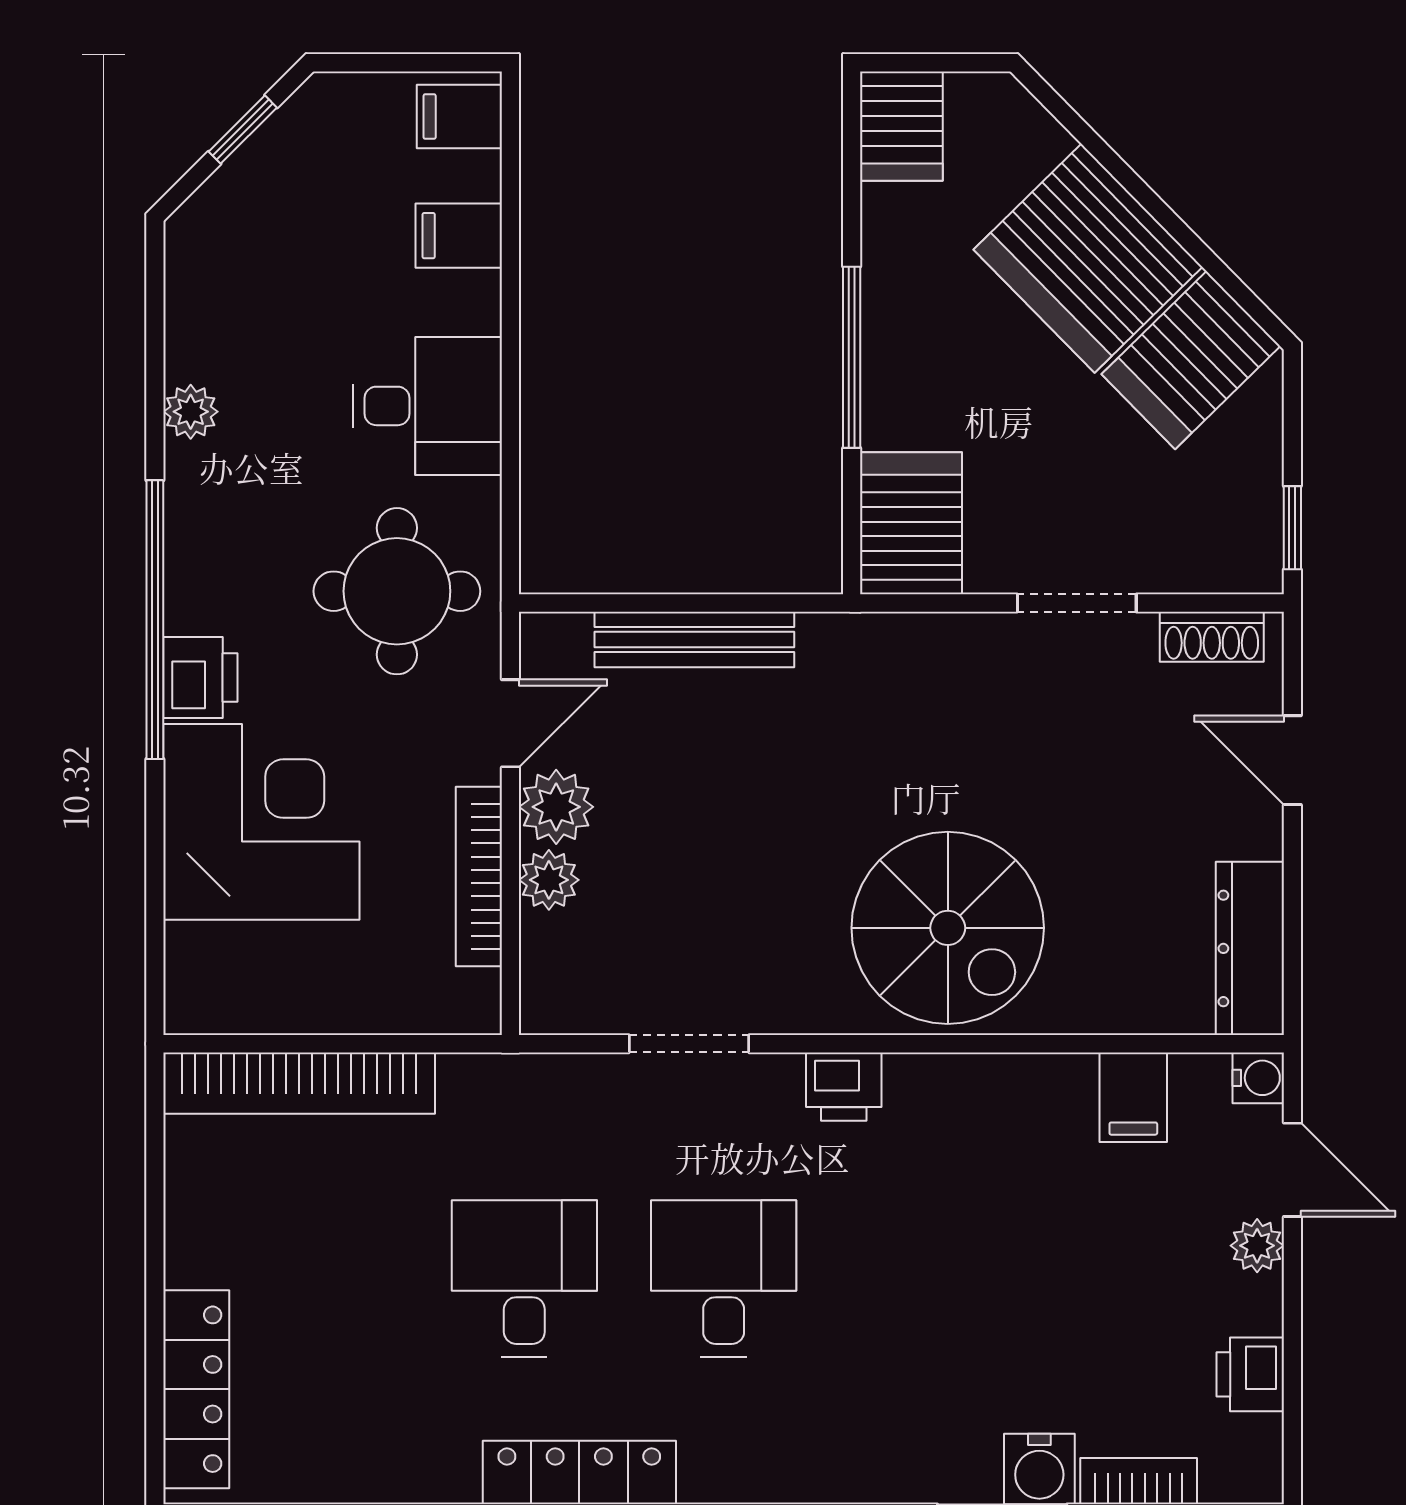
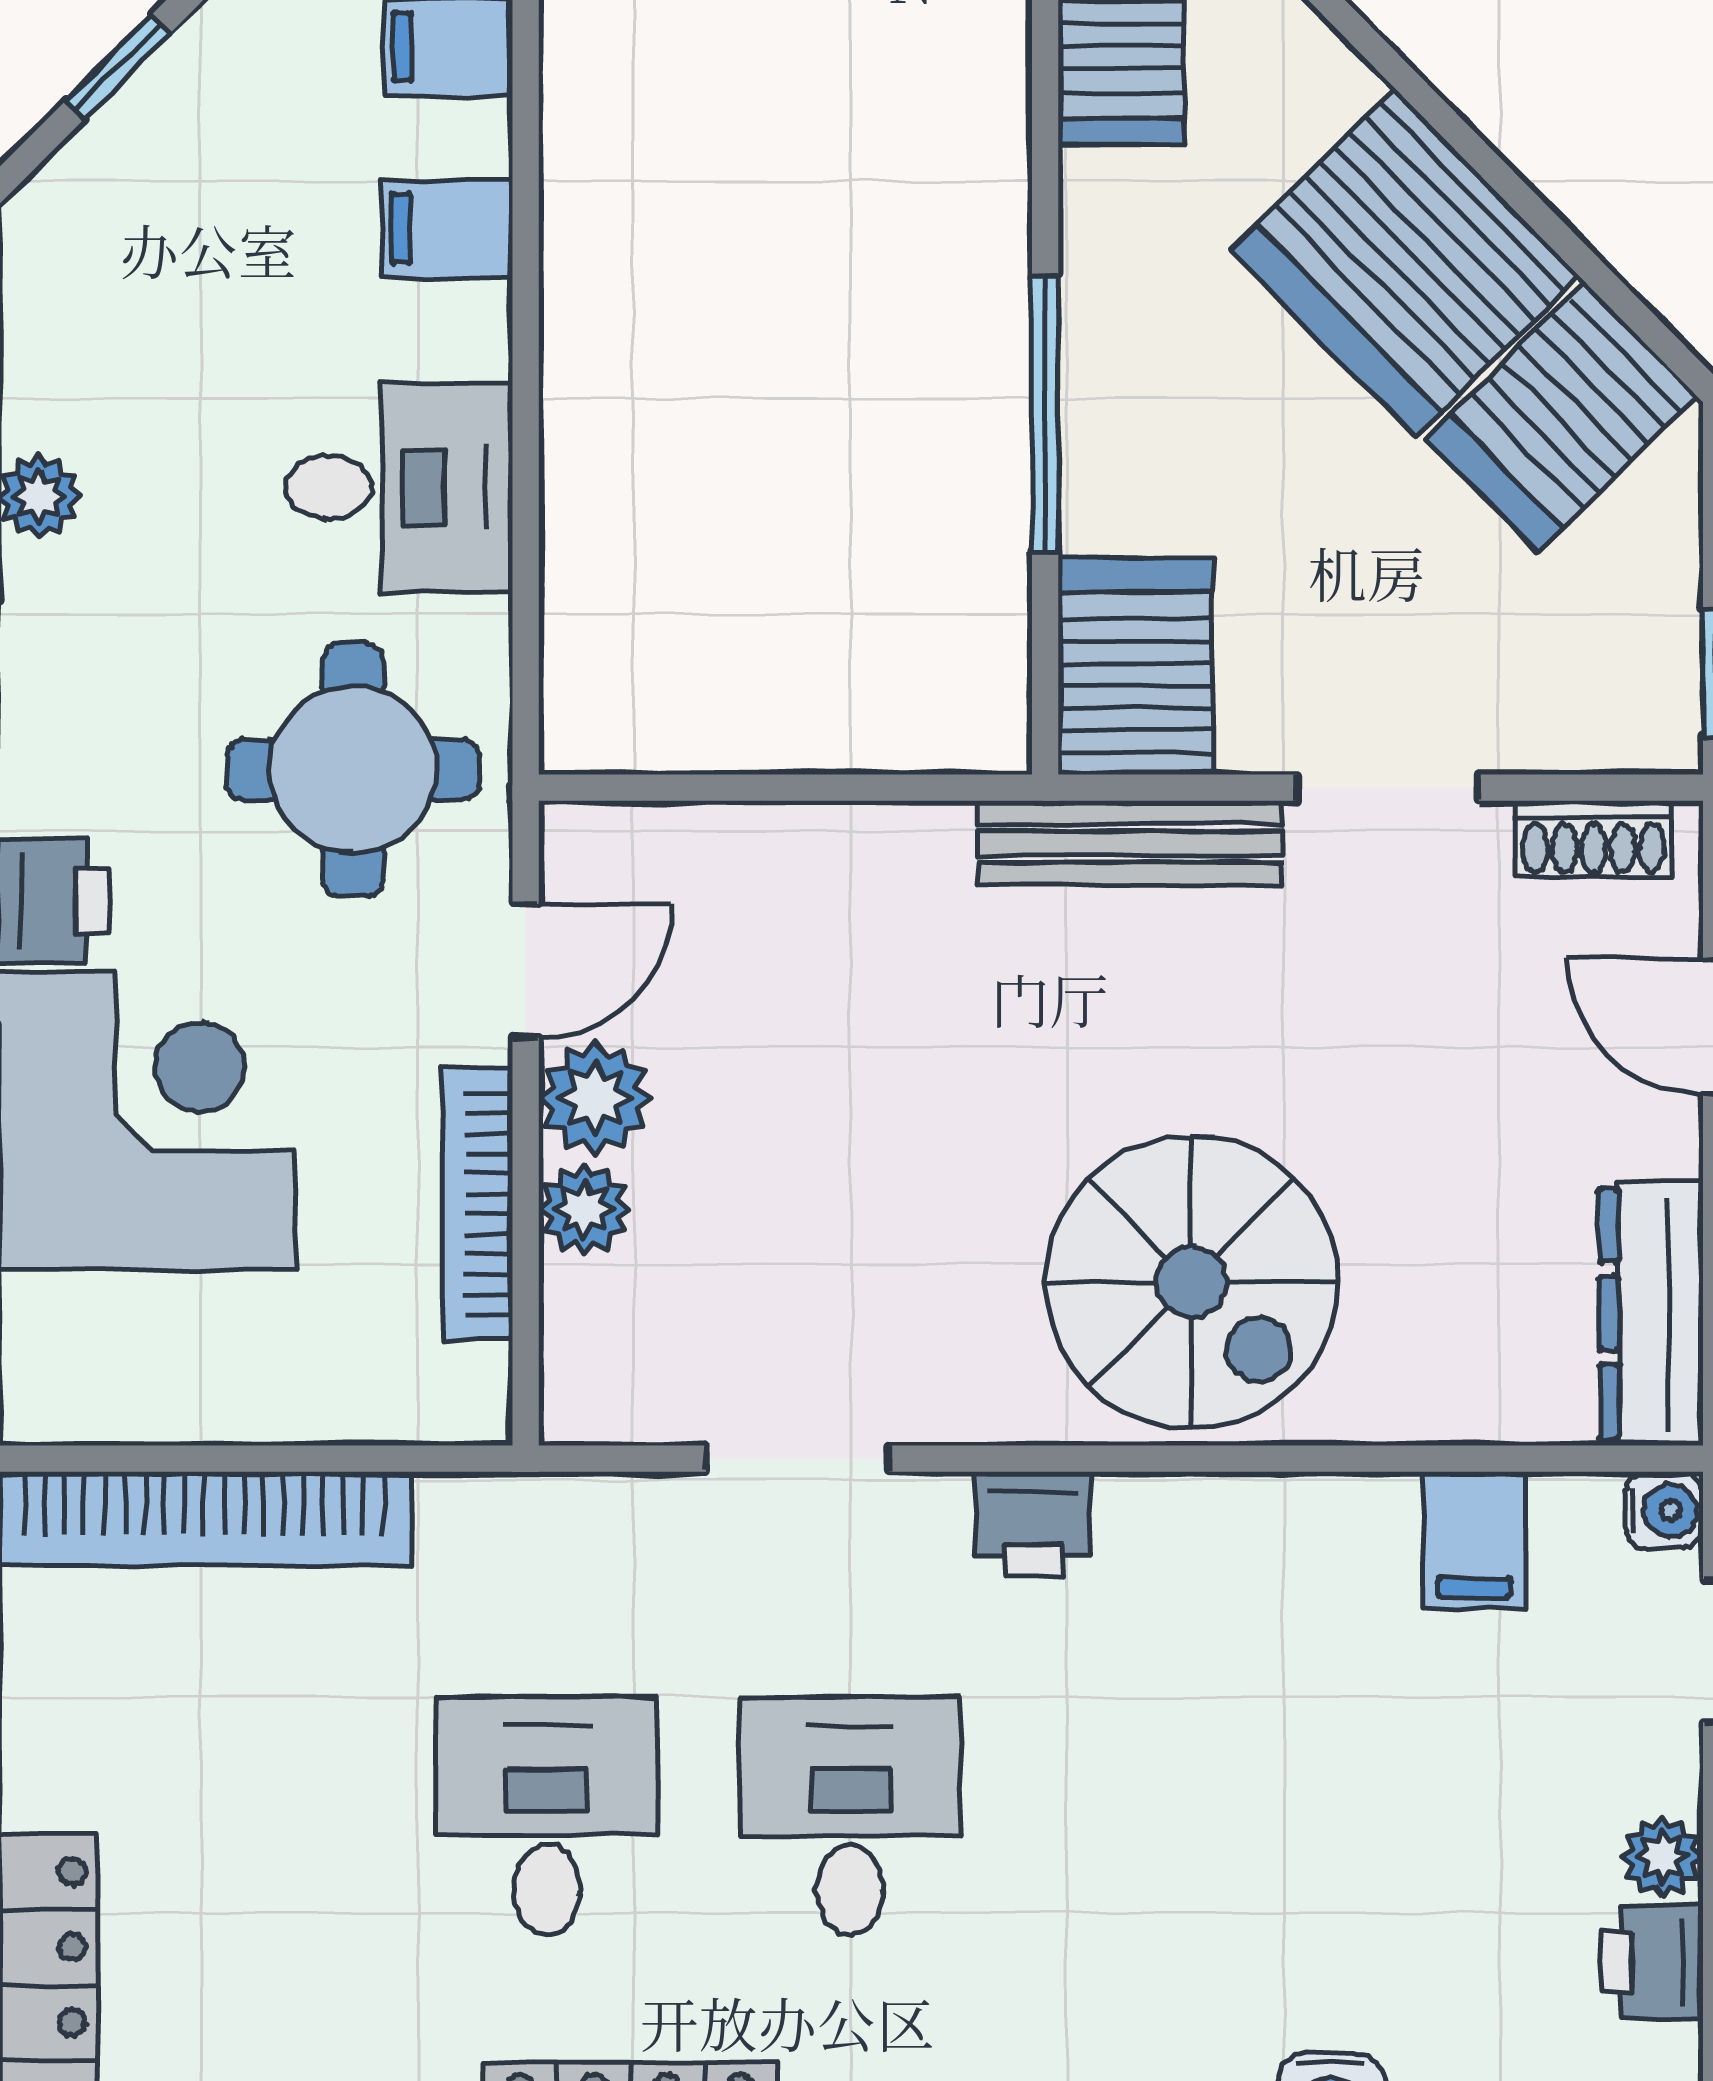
bench: (694, 639) -> (1130, 843), moved
plant: (1257, 1246) -> (1662, 1857), moved

